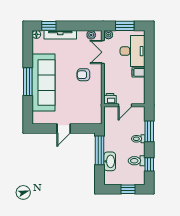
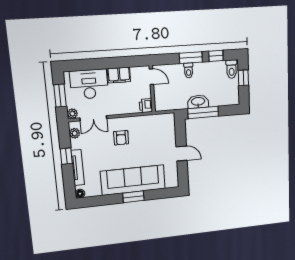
window: (49, 26) -> (66, 156), moved
filing cabinet: (138, 72) -> (119, 75), width x2.00
window: (28, 82) -> (133, 197), width x0.69
door: (125, 105) -> (151, 77), moved
window: (149, 131) -> (191, 58), moved
washbasin: (110, 161) -> (198, 102), moved
toilet: (137, 161) -> (232, 69), moved

